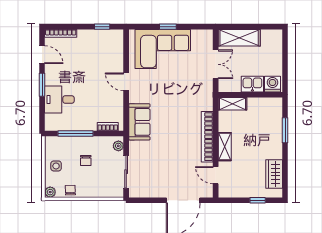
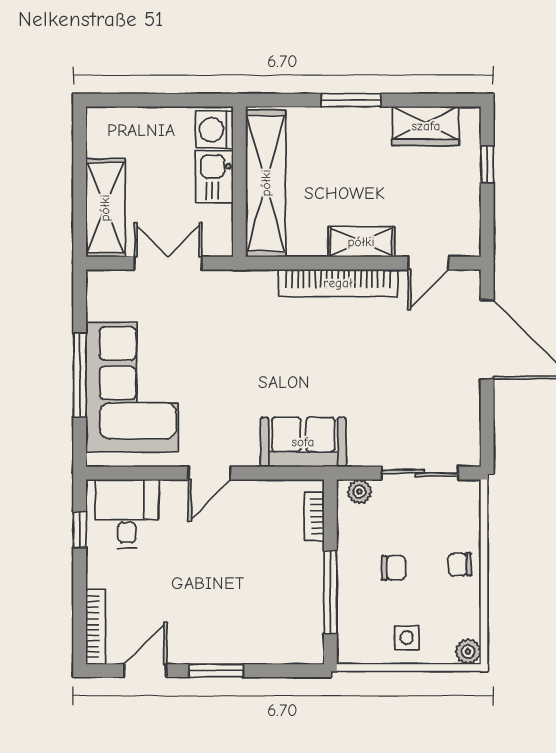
window: (168, 27) -> (80, 375), width x2.17
desk: (59, 100) -> (127, 514), moved, turned 180
shelving: (233, 104) -> (266, 183), width x2.20, depth x1.33
window: (285, 130) -> (351, 100), moved
chair: (70, 190) -> (460, 565), moved

